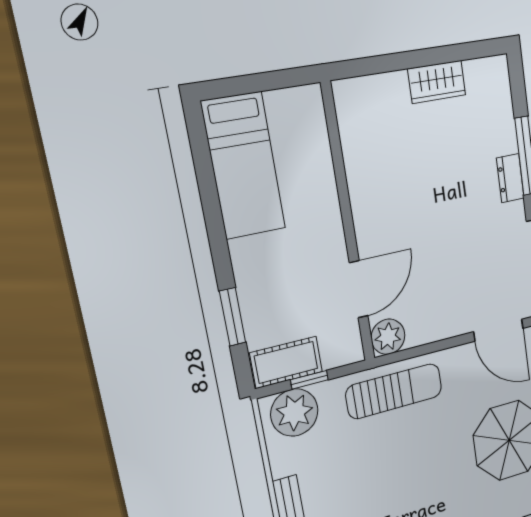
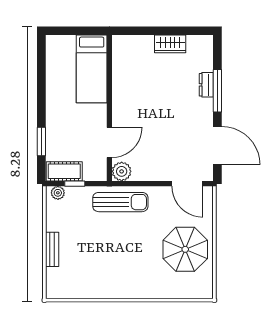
bed: (244, 166) -> (92, 69), moved
dresser: (510, 178) -> (206, 85), moved
plant: (294, 413) -> (58, 193), width x0.53, depth x0.53

